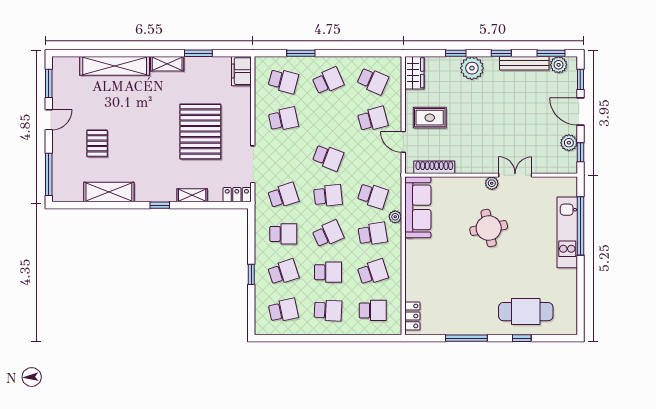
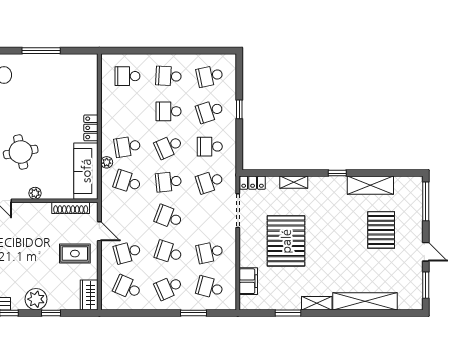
filing cabinet: (241, 71) -> (248, 281), moved
door: (49, 120) -> (426, 252), swing flipped
pallet: (97, 143) -> (381, 230), width x1.50, depth x1.42
plant: (492, 183) -> (35, 193), moved
window: (160, 205) -> (337, 173), moved
school desk: (373, 272) -> (169, 252), moved, turned 36
locker: (412, 316) -> (91, 128), moved

